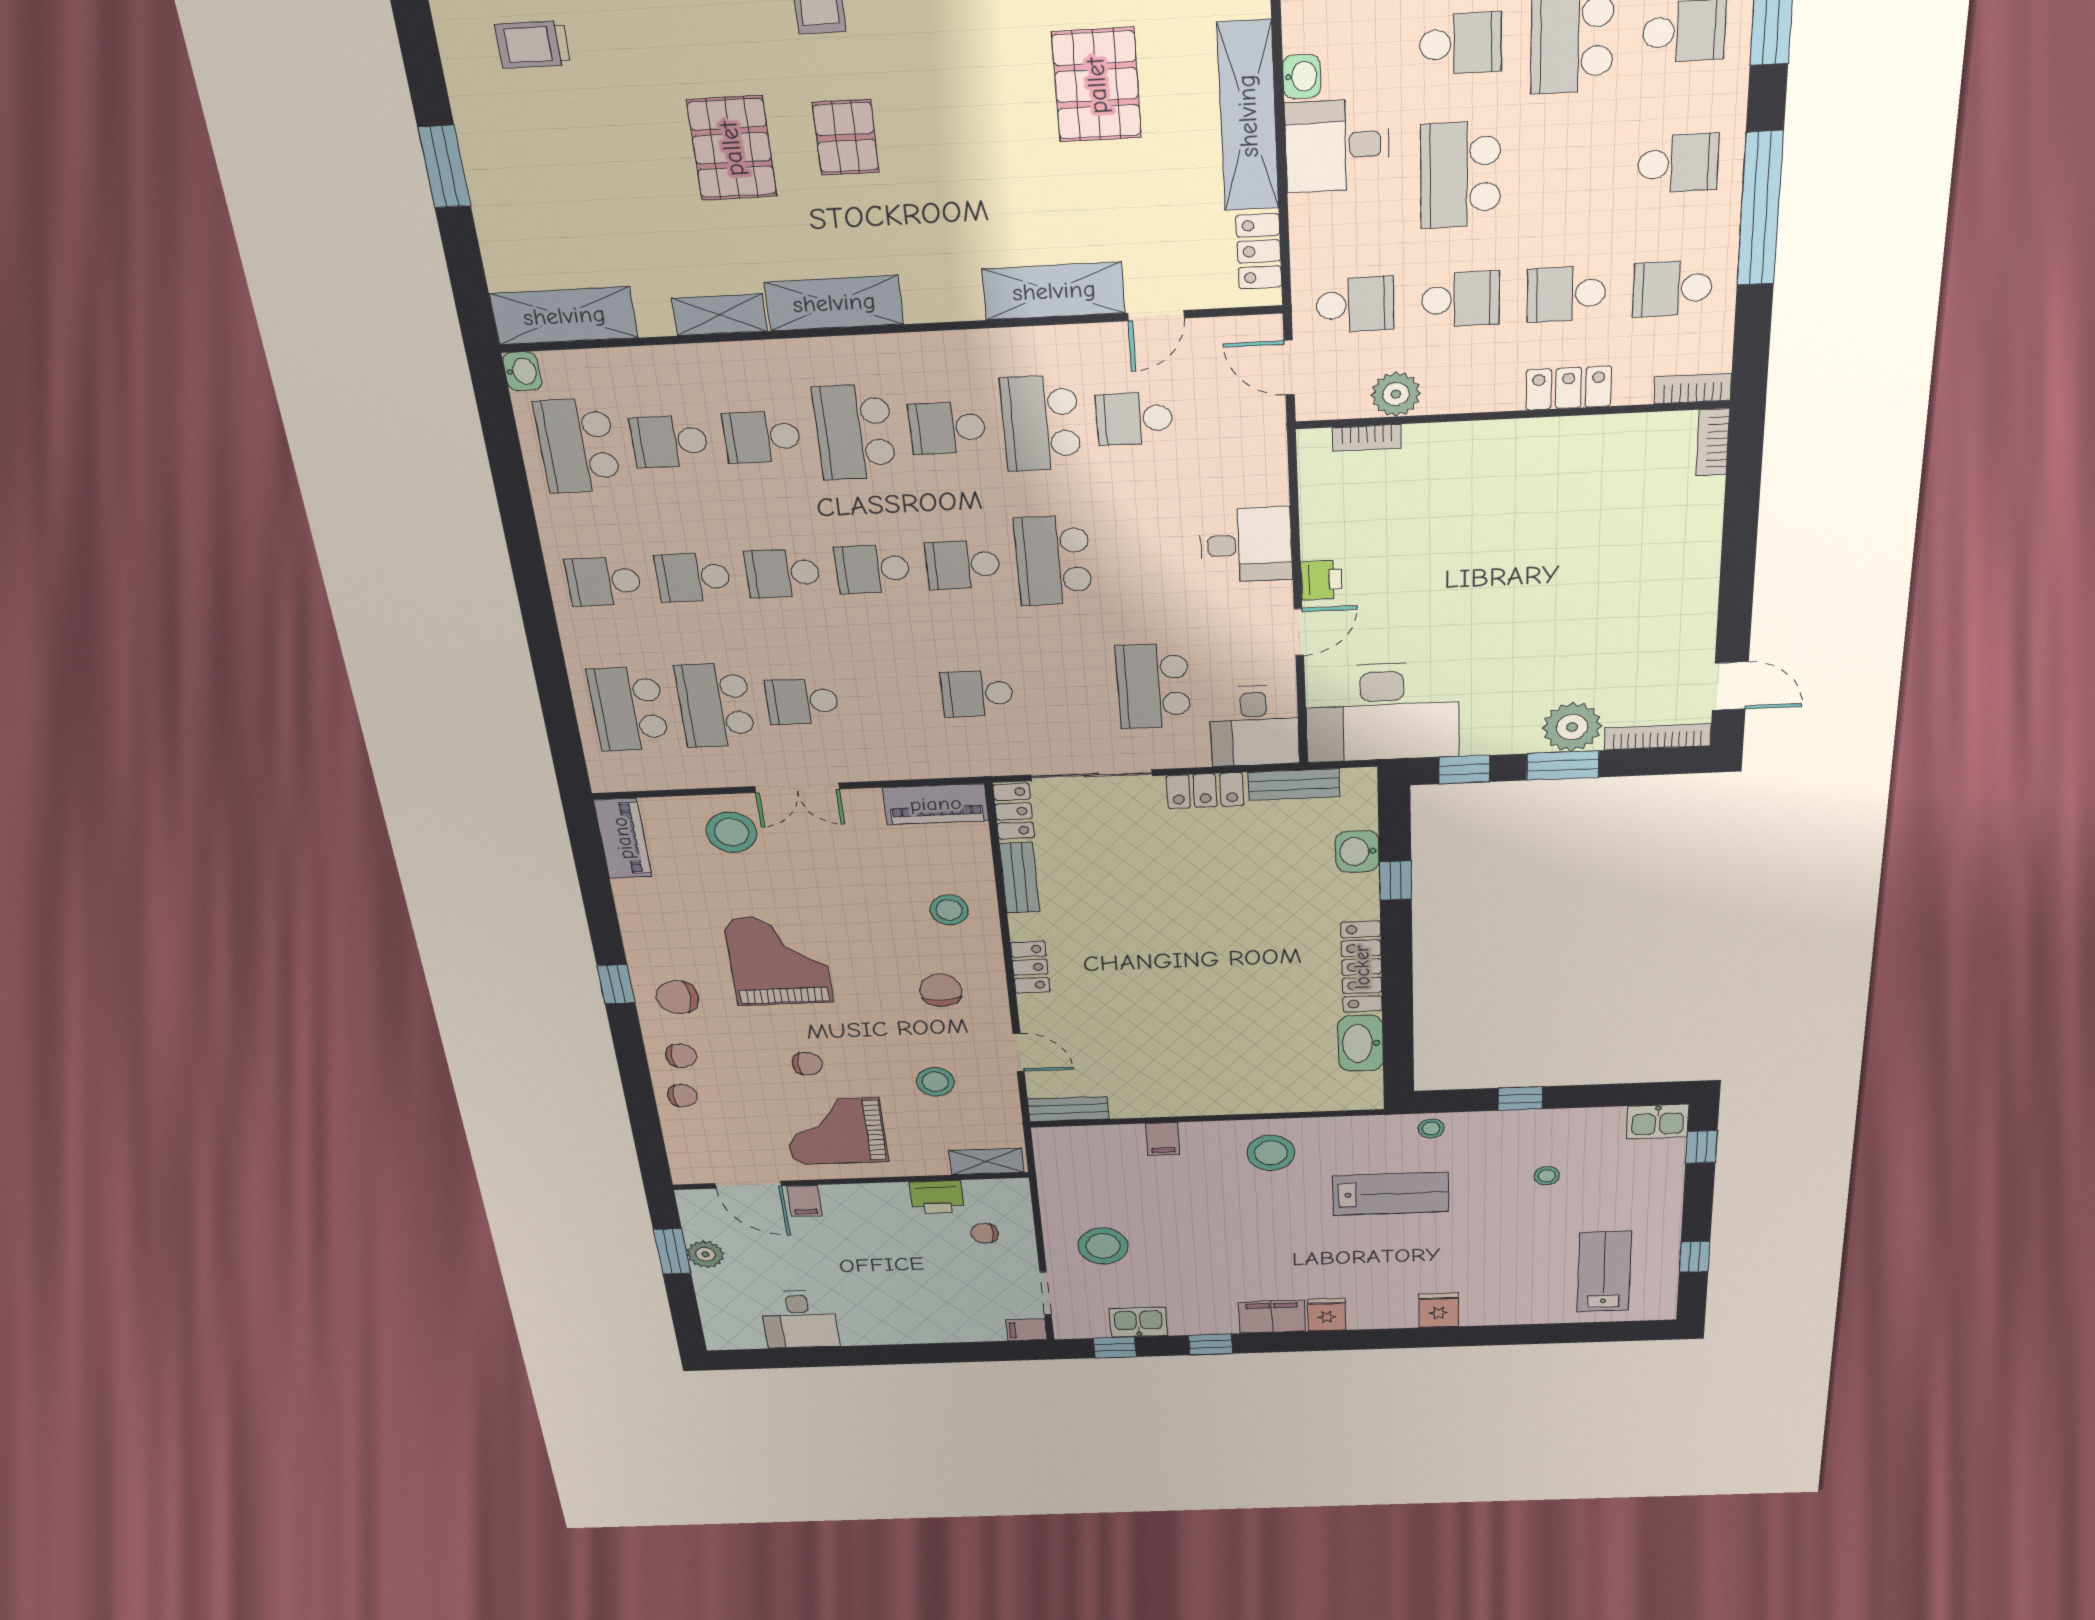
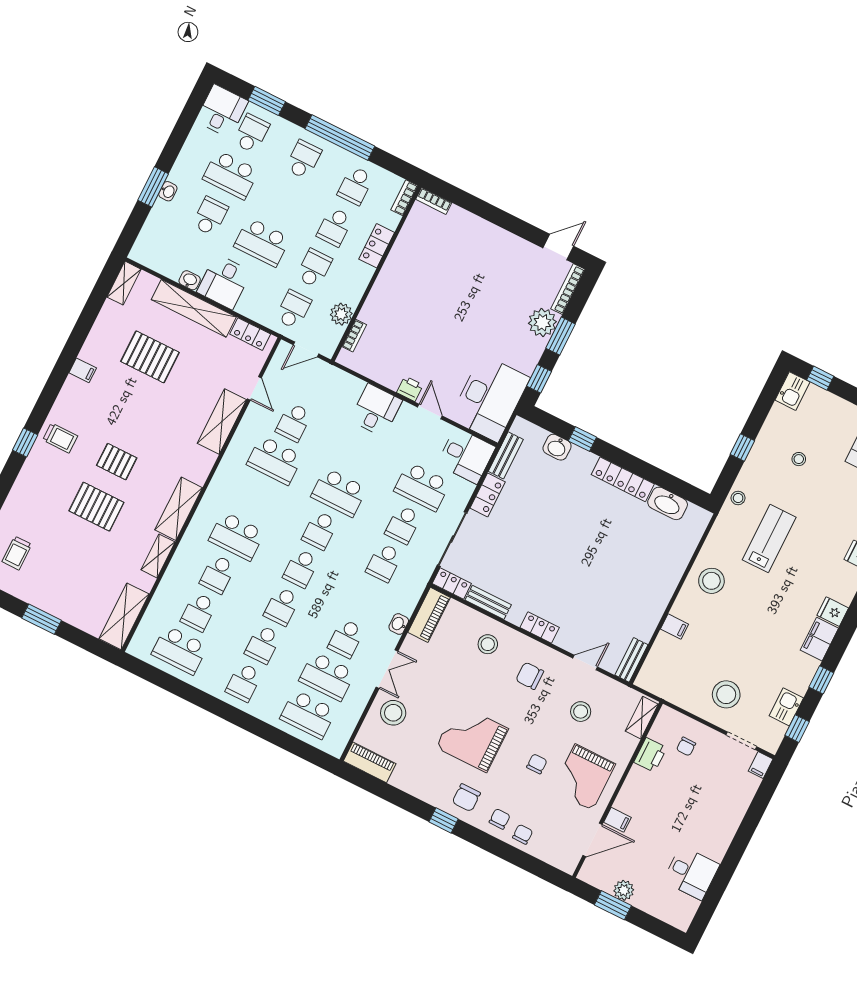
washbasin: (522, 371) -> (399, 624), moved, turned -90
school desk: (947, 428) -> (403, 525), moved

